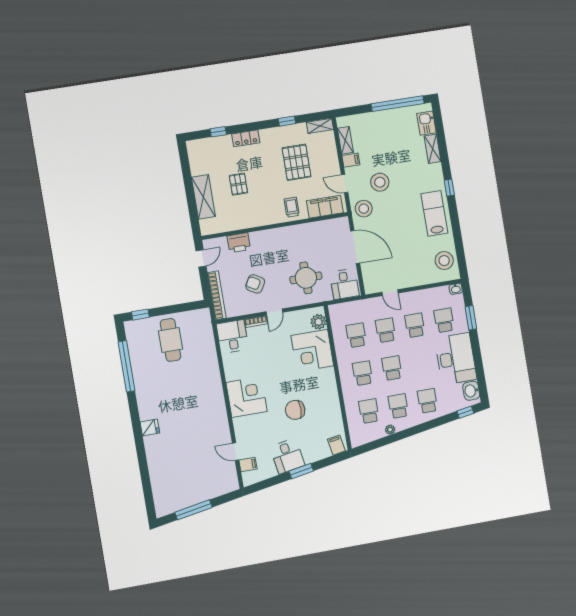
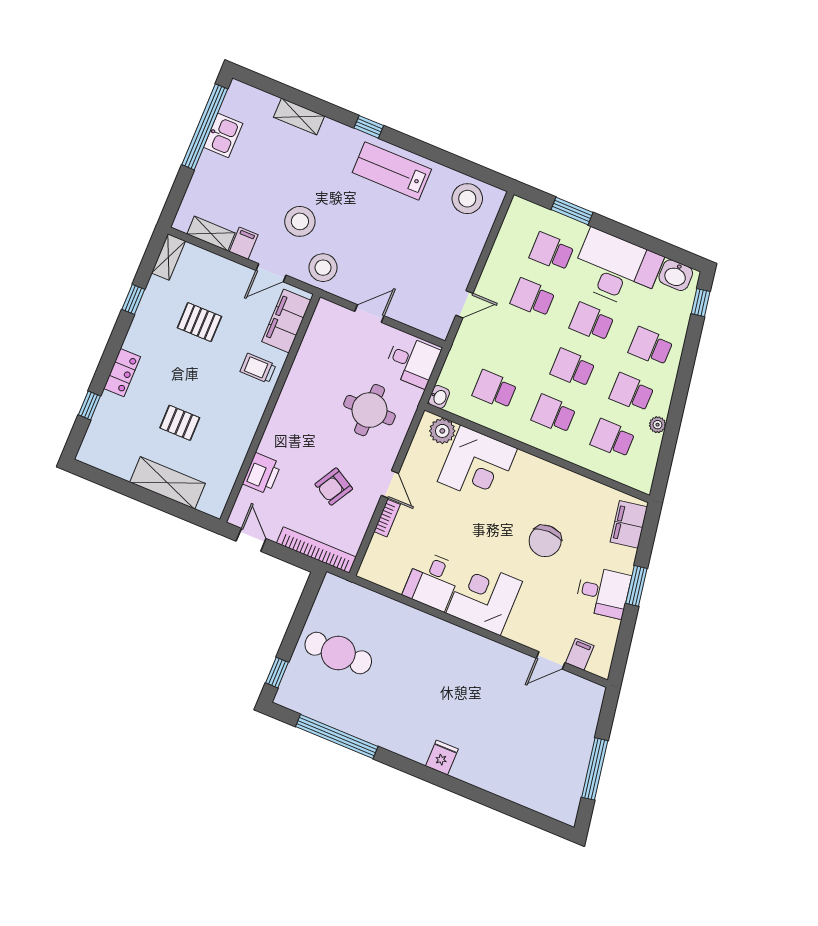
kitchen sink: (426, 123) -> (223, 135), moved, turned -90
pallet: (296, 162) -> (199, 322), width x0.67, depth x0.71
door: (355, 247) -> (369, 314), width x0.53
washbasin: (456, 289) -> (439, 397), moved
school desk: (386, 330) -> (592, 322), moved
desk: (232, 336) -> (432, 581), moved, turned -90
filing cabinet: (336, 445) -> (629, 524), width x2.00

